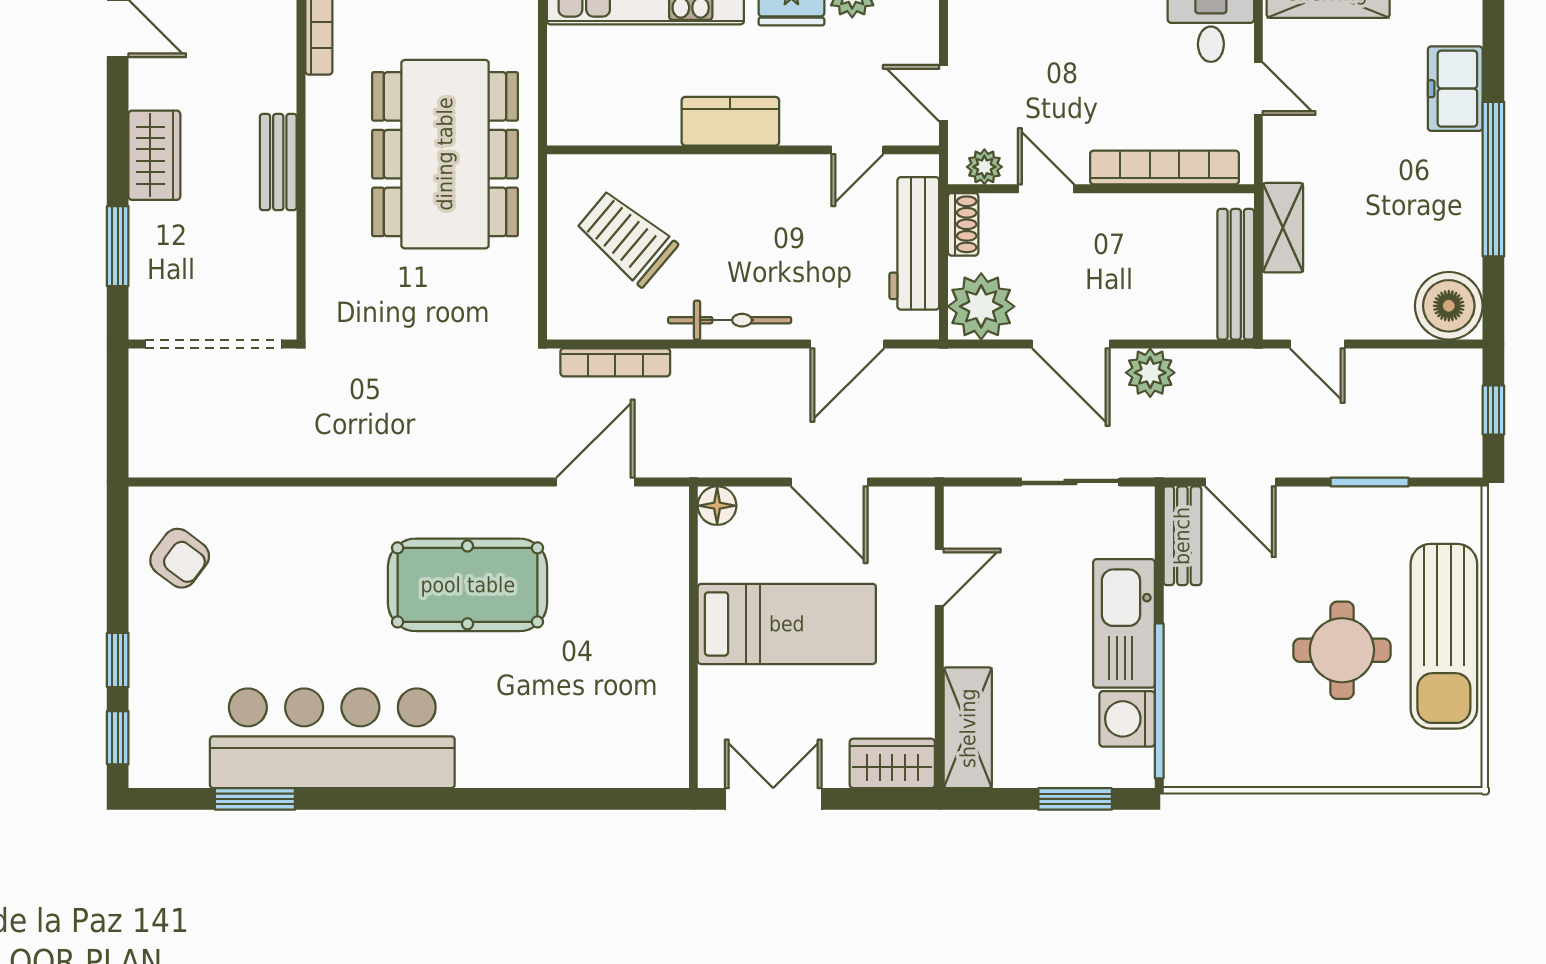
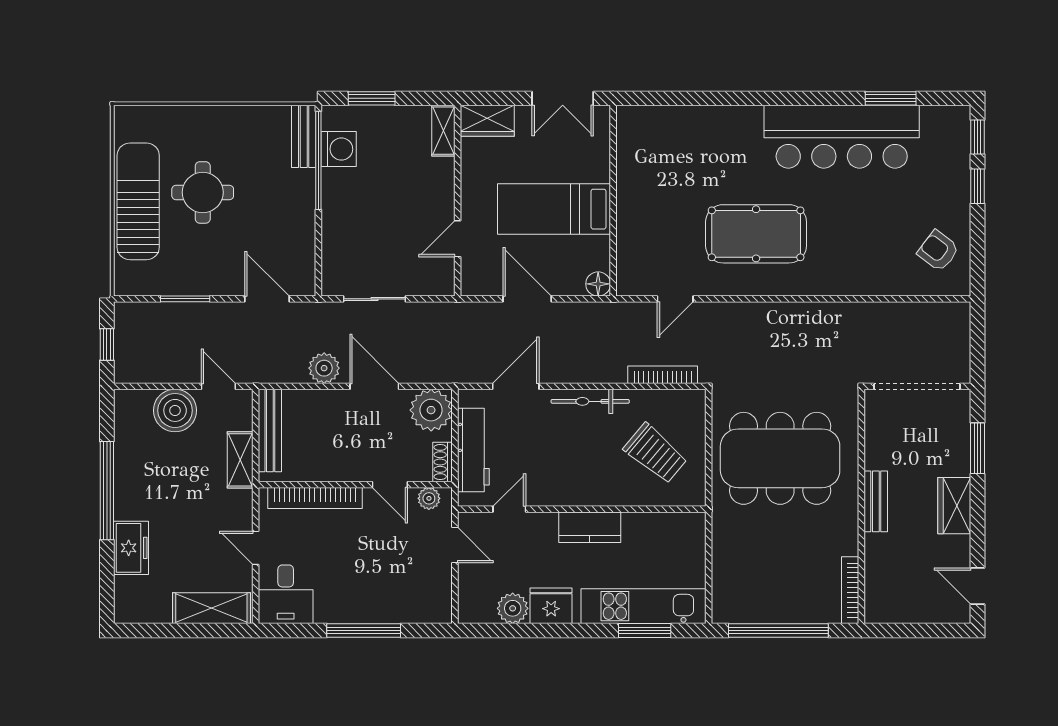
dining table: (445, 154) -> (780, 458), moved, turned 90
boiler: (1449, 306) -> (175, 410), moved
door: (595, 482) -> (675, 299), width x0.73
bench: (1182, 536) -> (304, 136), moved
kitchen sink: (1124, 623) -> (341, 209), removed
shelving: (968, 728) -> (443, 131), width x0.67, depth x0.75

